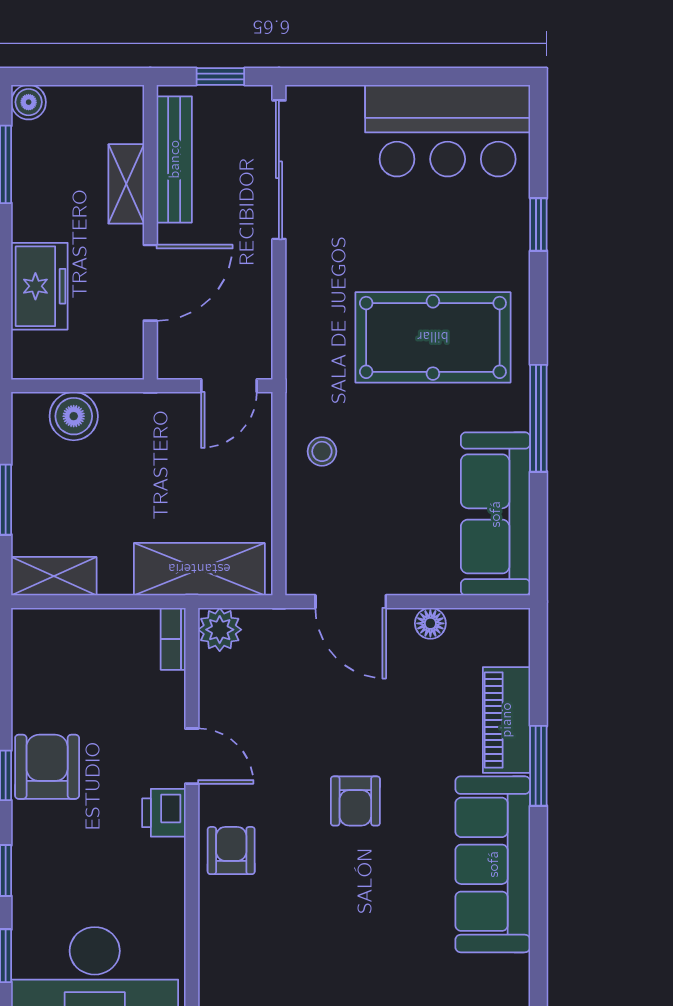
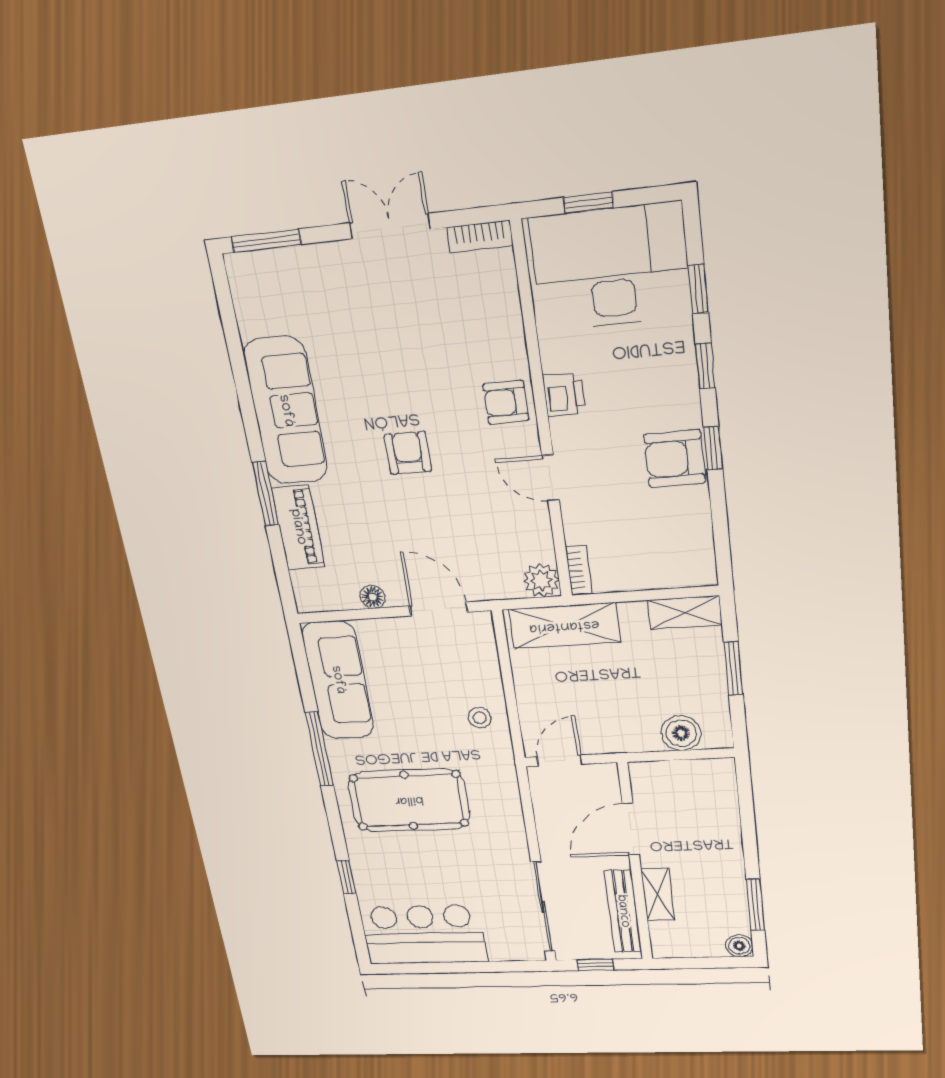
freezer: (39, 286) -> (718, 824), removed
armchair: (47, 767) -> (675, 459), turned 90
printer: (164, 813) -> (564, 395), moved
armchair: (231, 851) -> (506, 402), turned 90

